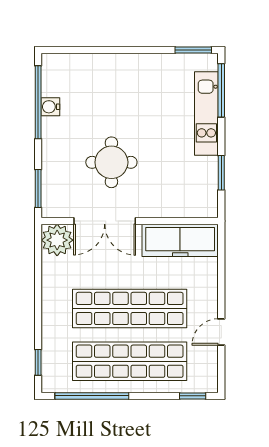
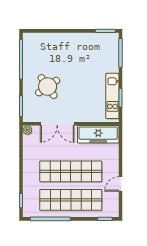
water cooler: (50, 107) -> (28, 62), removed
kitchen unit: (206, 114) -> (112, 96), moved
round table: (111, 162) -> (48, 87), moved, turned -35
plant: (57, 240) -> (27, 130), width x0.53, depth x0.53

